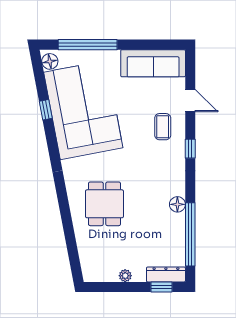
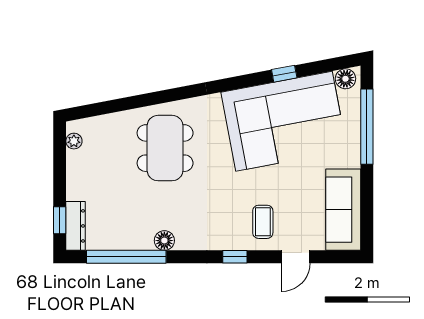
coffee table: (163, 127) -> (263, 222), turned 90
dining table: (104, 204) -> (165, 148), width x1.38
plant: (125, 276) -> (74, 141), moved

